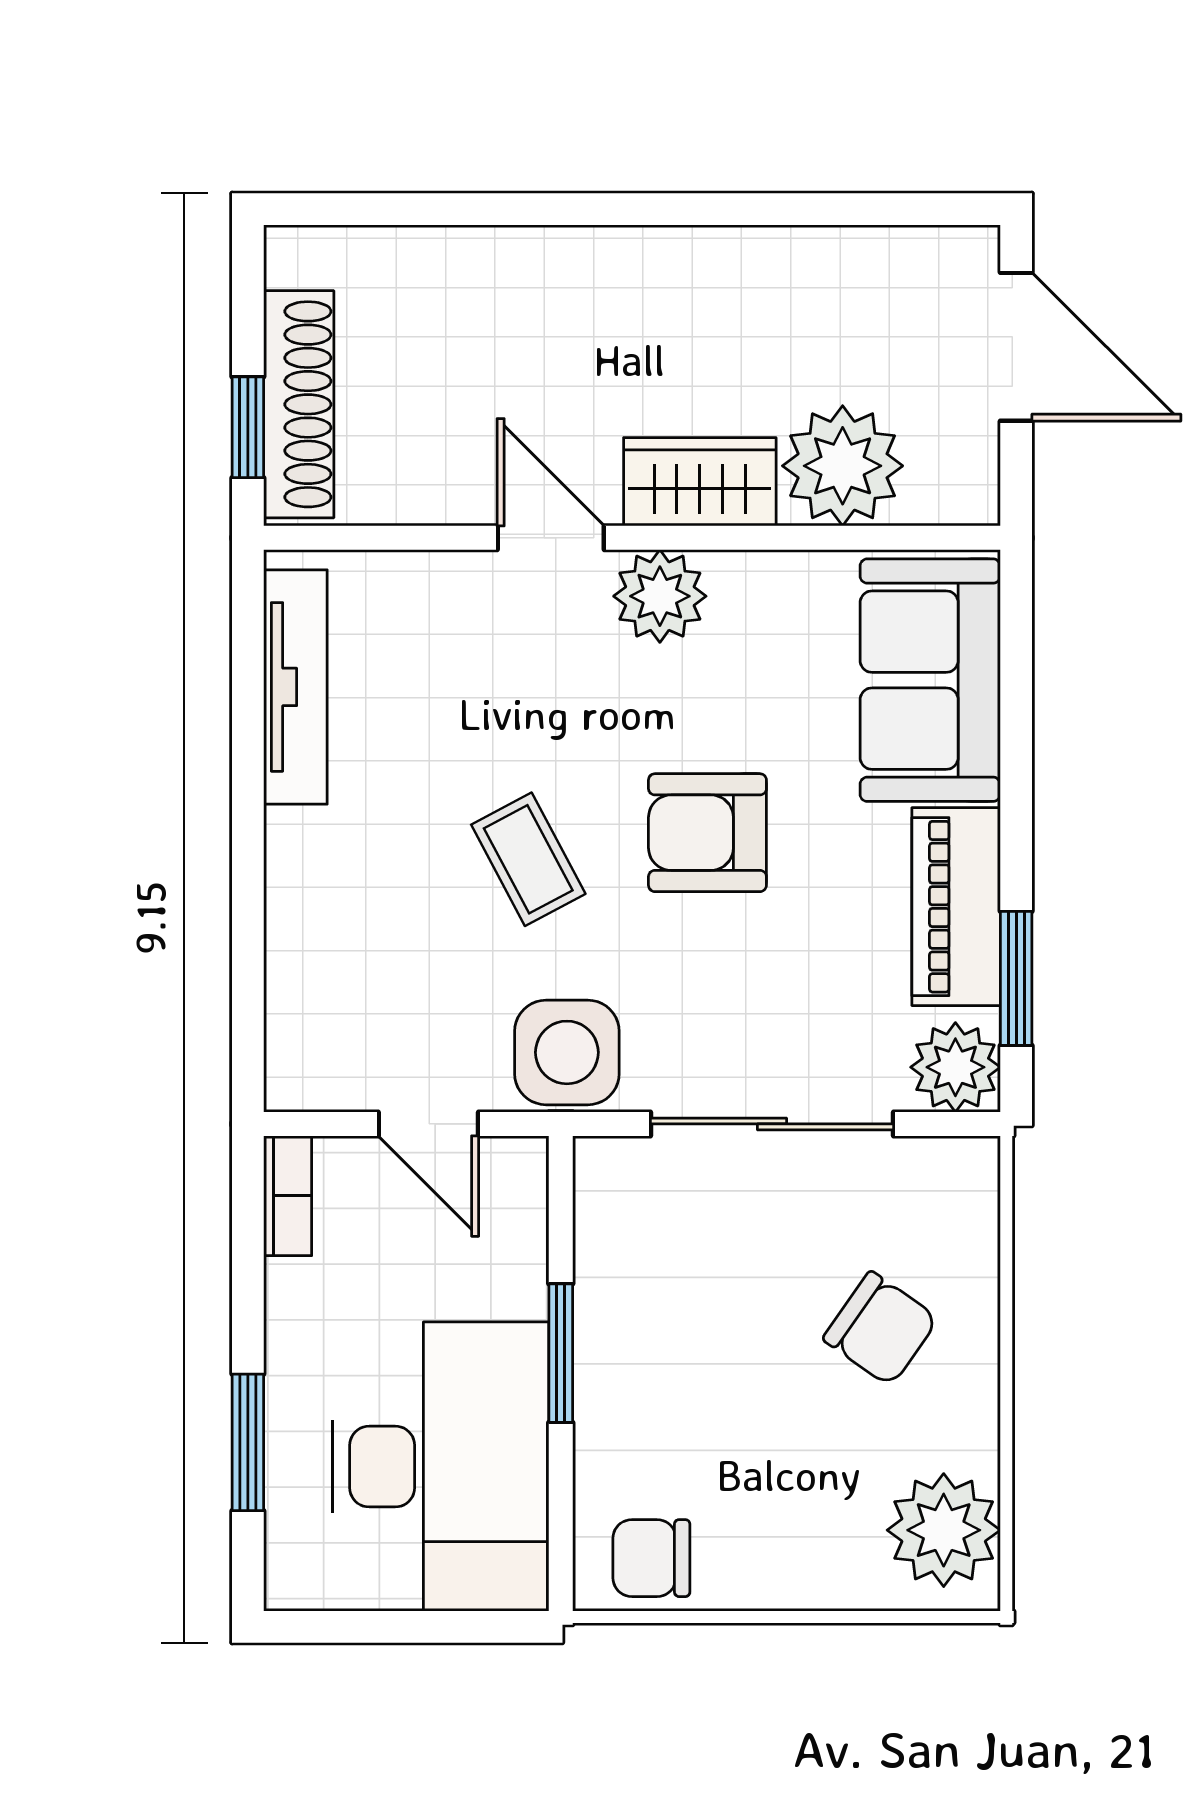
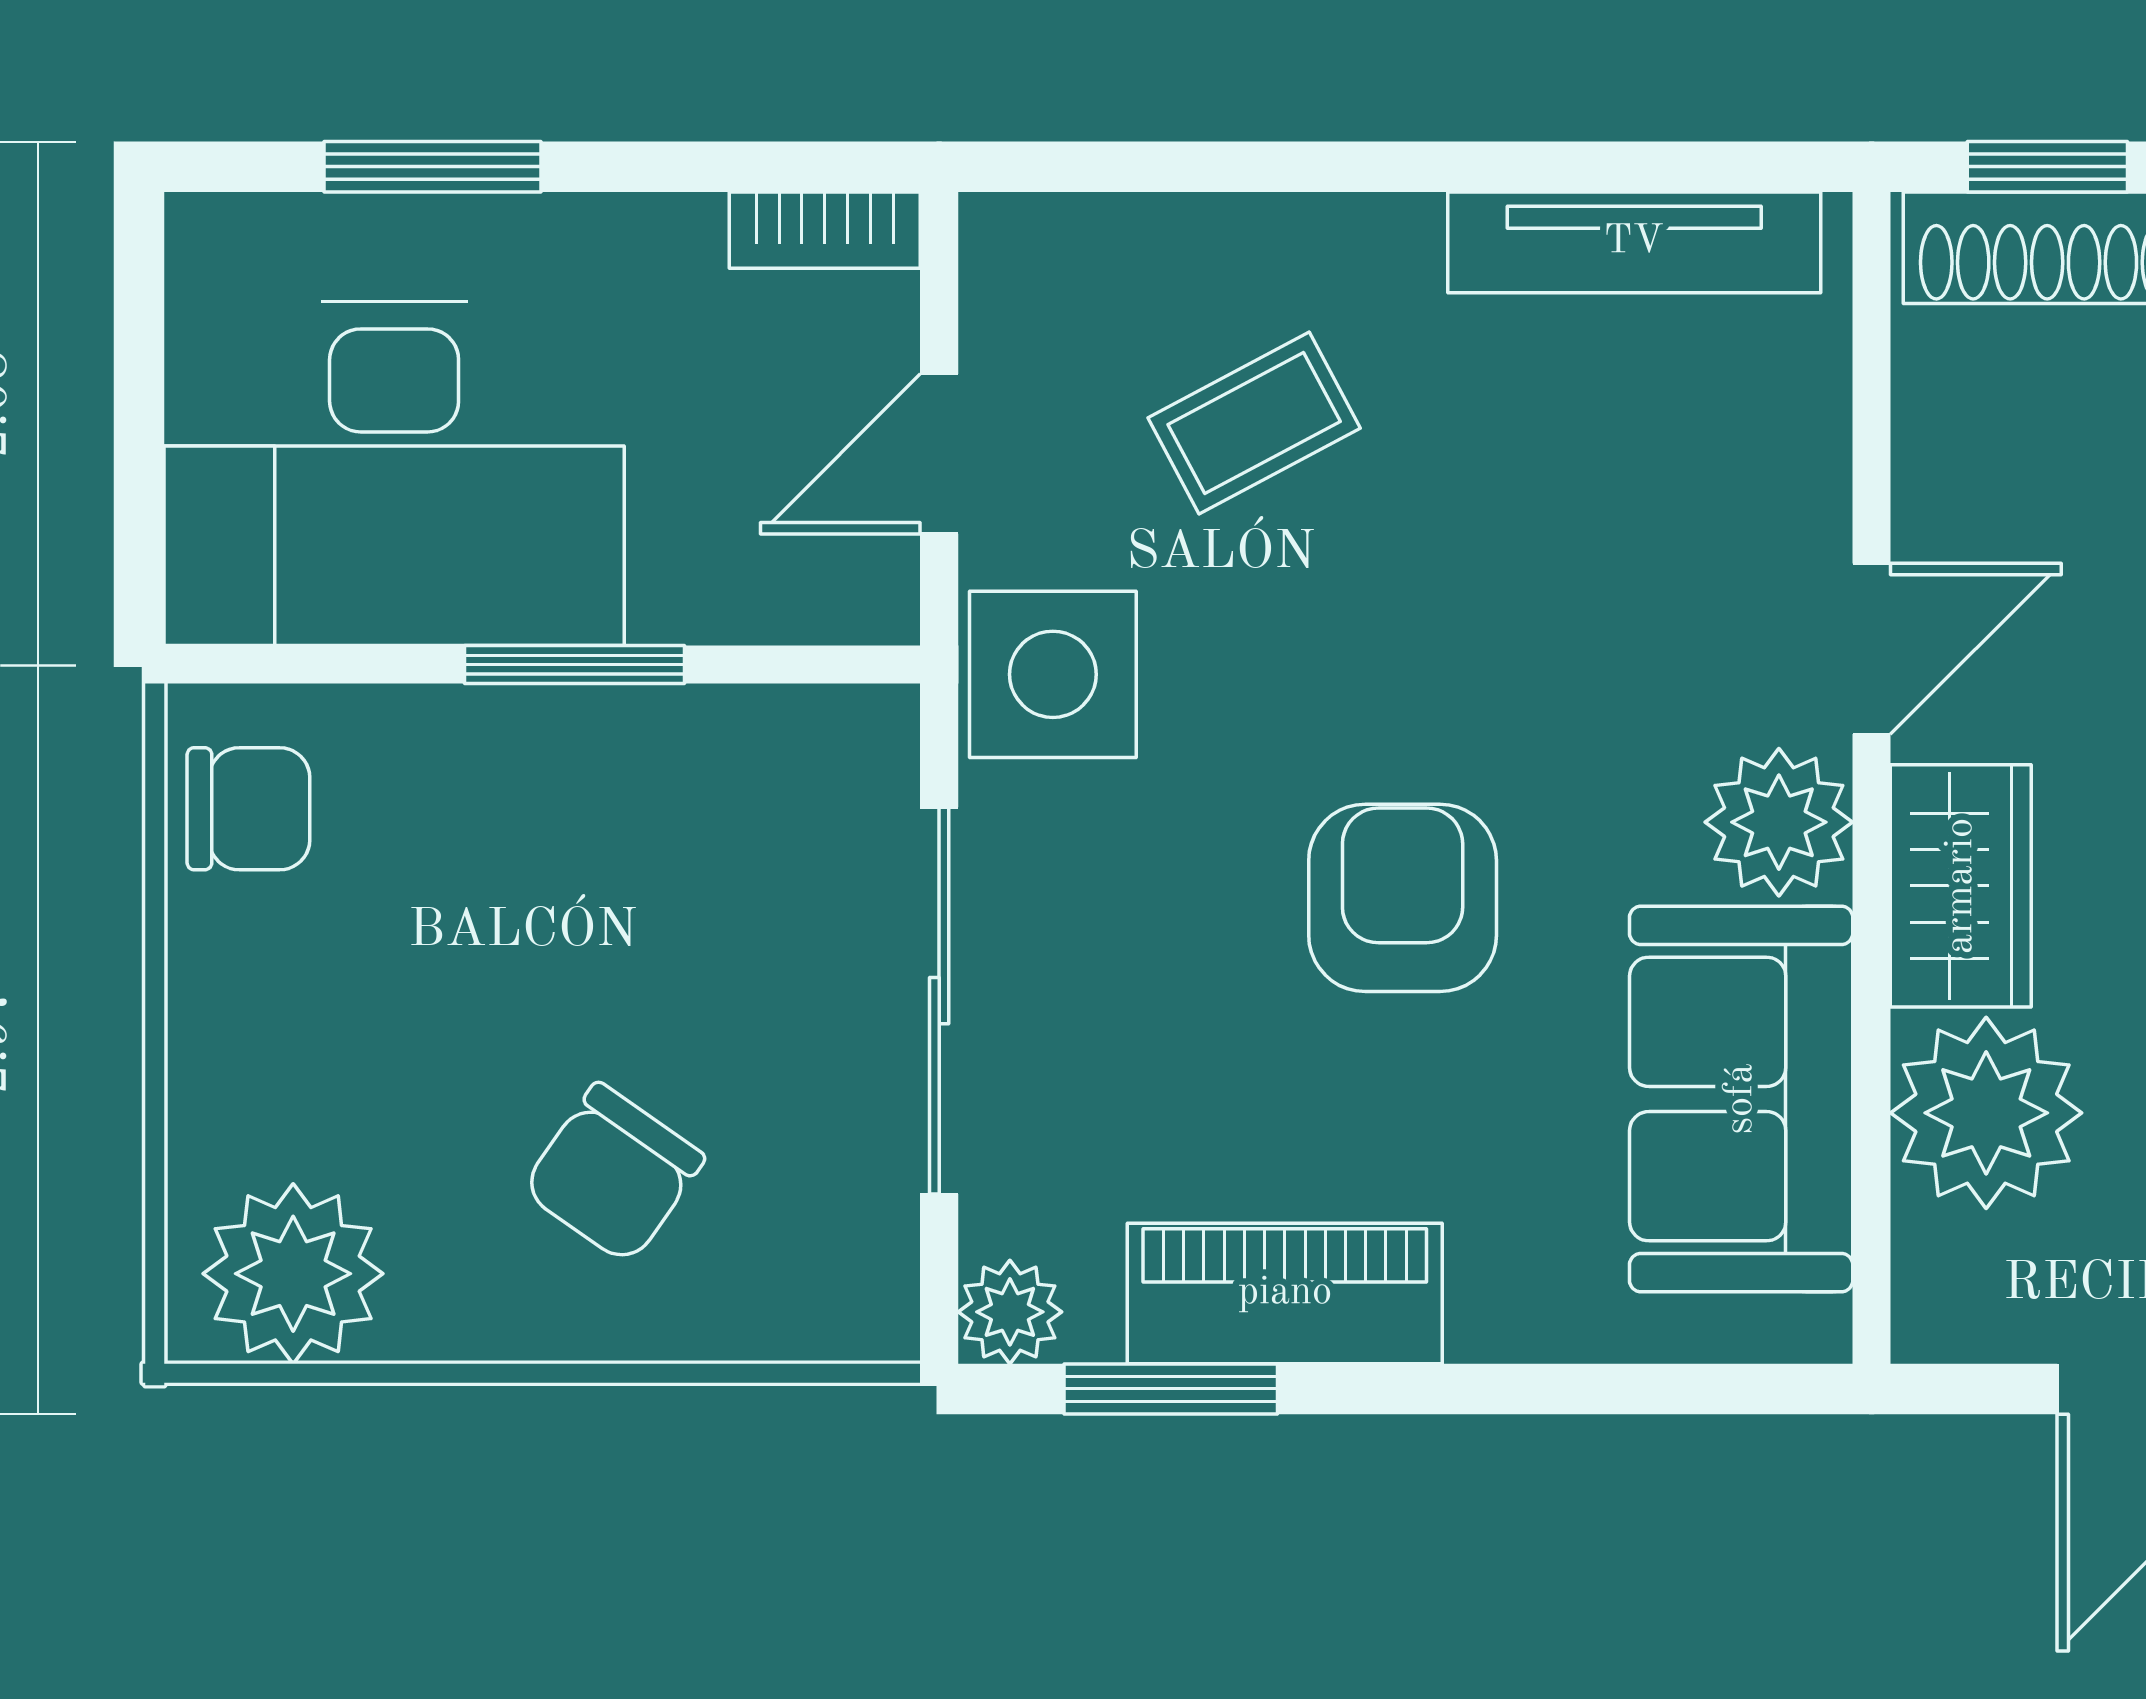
sofa: (930, 680) -> (1741, 1099), moved, turned -90
coffee table: (528, 859) -> (1254, 423), moved
plant: (955, 1067) -> (1010, 1312), width x0.73, depth x0.73
chair: (651, 1558) -> (248, 809), turned 90

